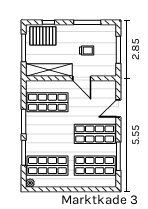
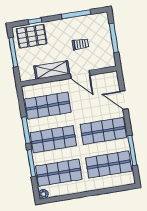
shelving: (49, 70) -> (52, 70), width x0.68
door: (118, 109) -> (124, 100), hinge flipped
shop shelf: (47, 134) -> (53, 139), added

